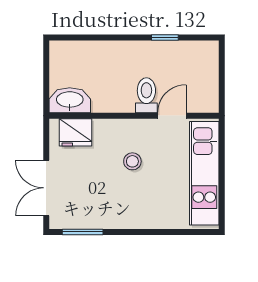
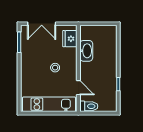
toilet: (146, 95) -> (89, 106), moved
washbasin: (70, 100) -> (86, 51), moved
double door: (46, 188) -> (42, 24), swing flipped

